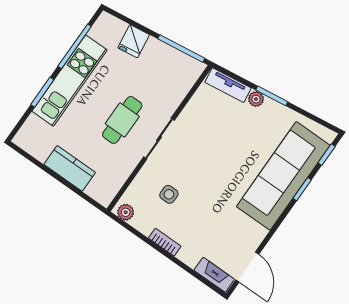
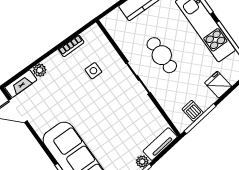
dishwasher: (175, 60) -> (193, 111), added
plant: (126, 212) -> (40, 70), moved
bookcase: (165, 242) -> (71, 46), moved

